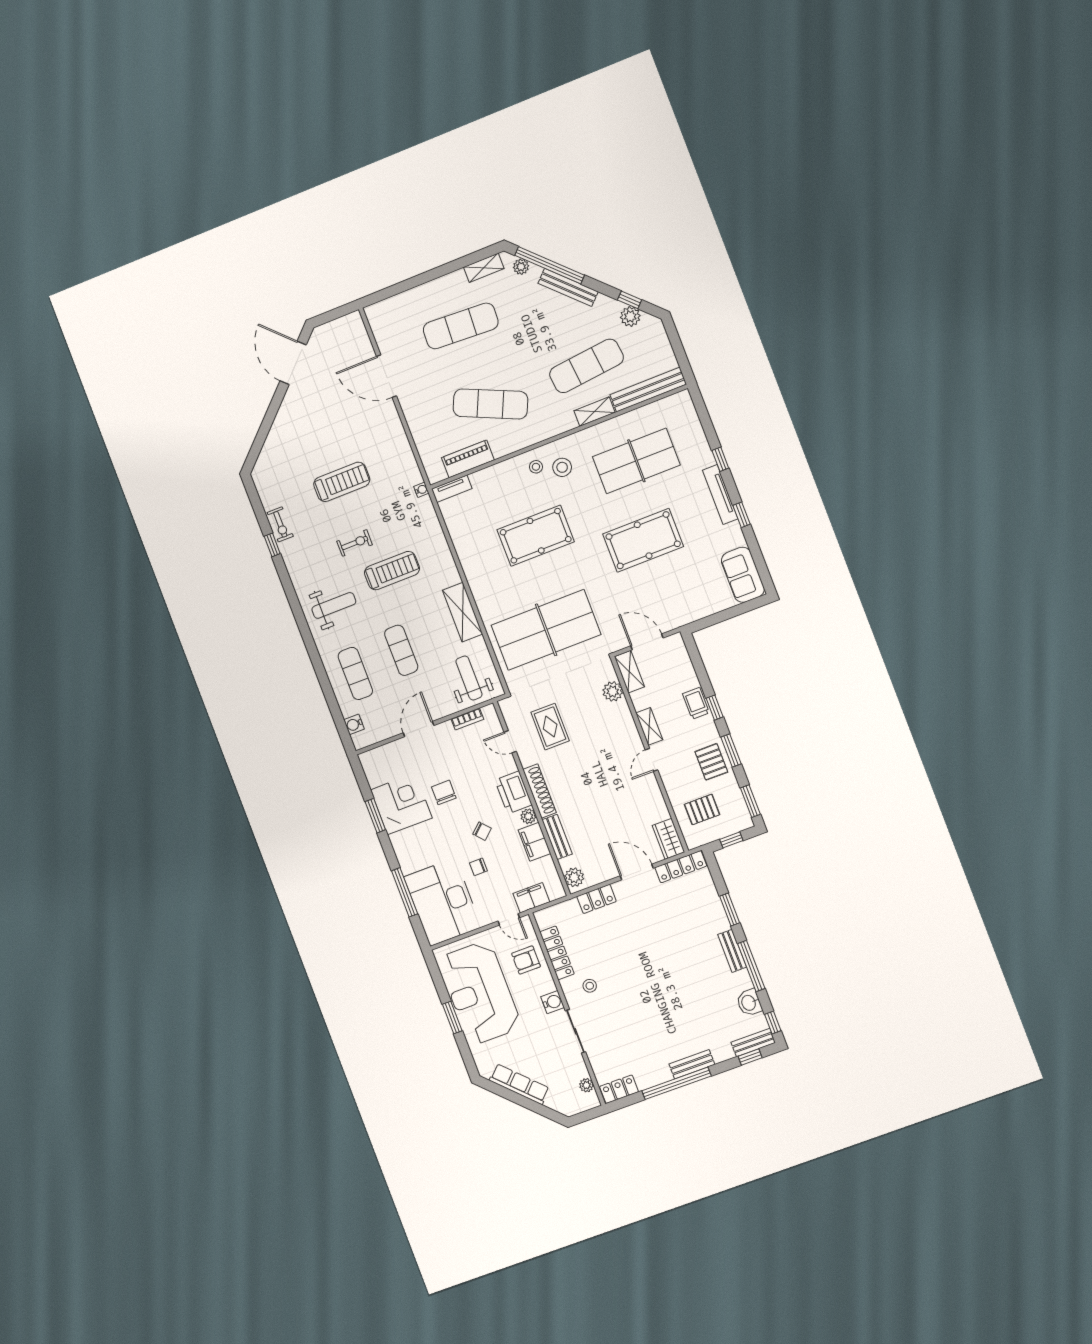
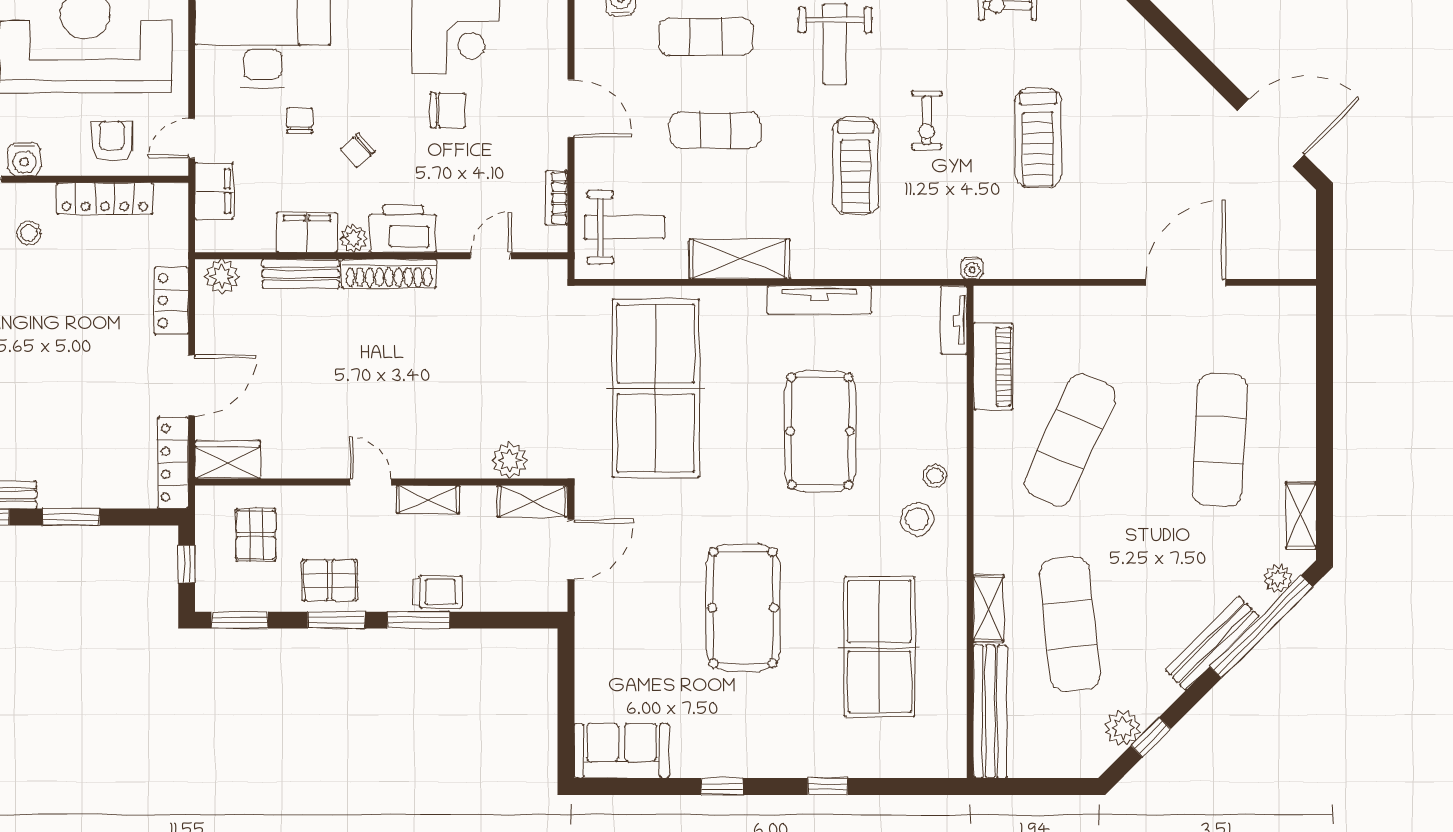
tv unit: (720, 495) -> (819, 300), moved, turned 180
window: (715, 708) -> (418, 620), width x1.50
rug: (550, 727) -> (491, 333), removed

